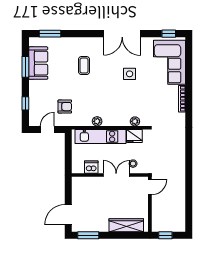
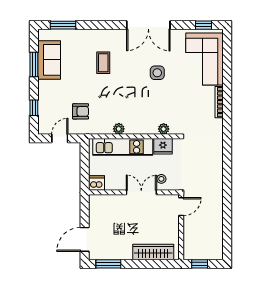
dishwasher: (91, 167) -> (96, 183), moved

